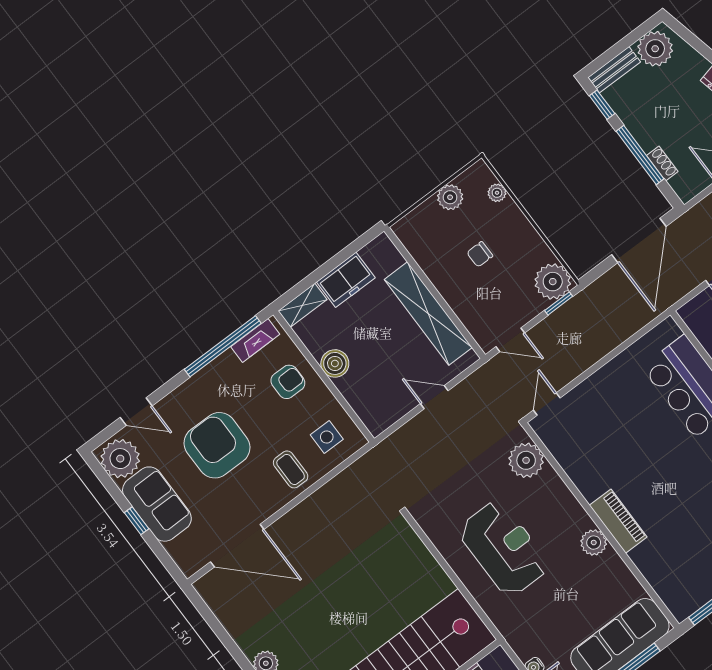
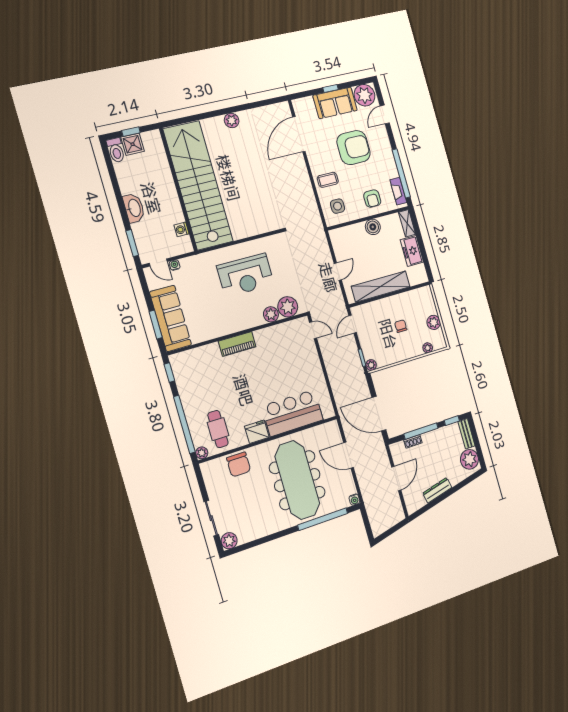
plant: (553, 282) -> (371, 365), width x0.53, depth x0.53
plant: (594, 543) -> (271, 314), moved

